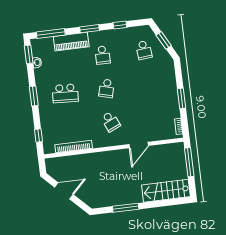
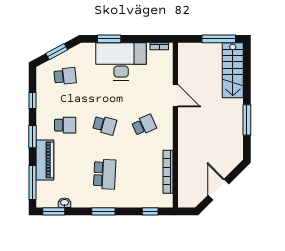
desk: (162, 96) -> (121, 61), added
window: (182, 98) -> (109, 39), moved
window: (189, 162) -> (219, 39), moved

